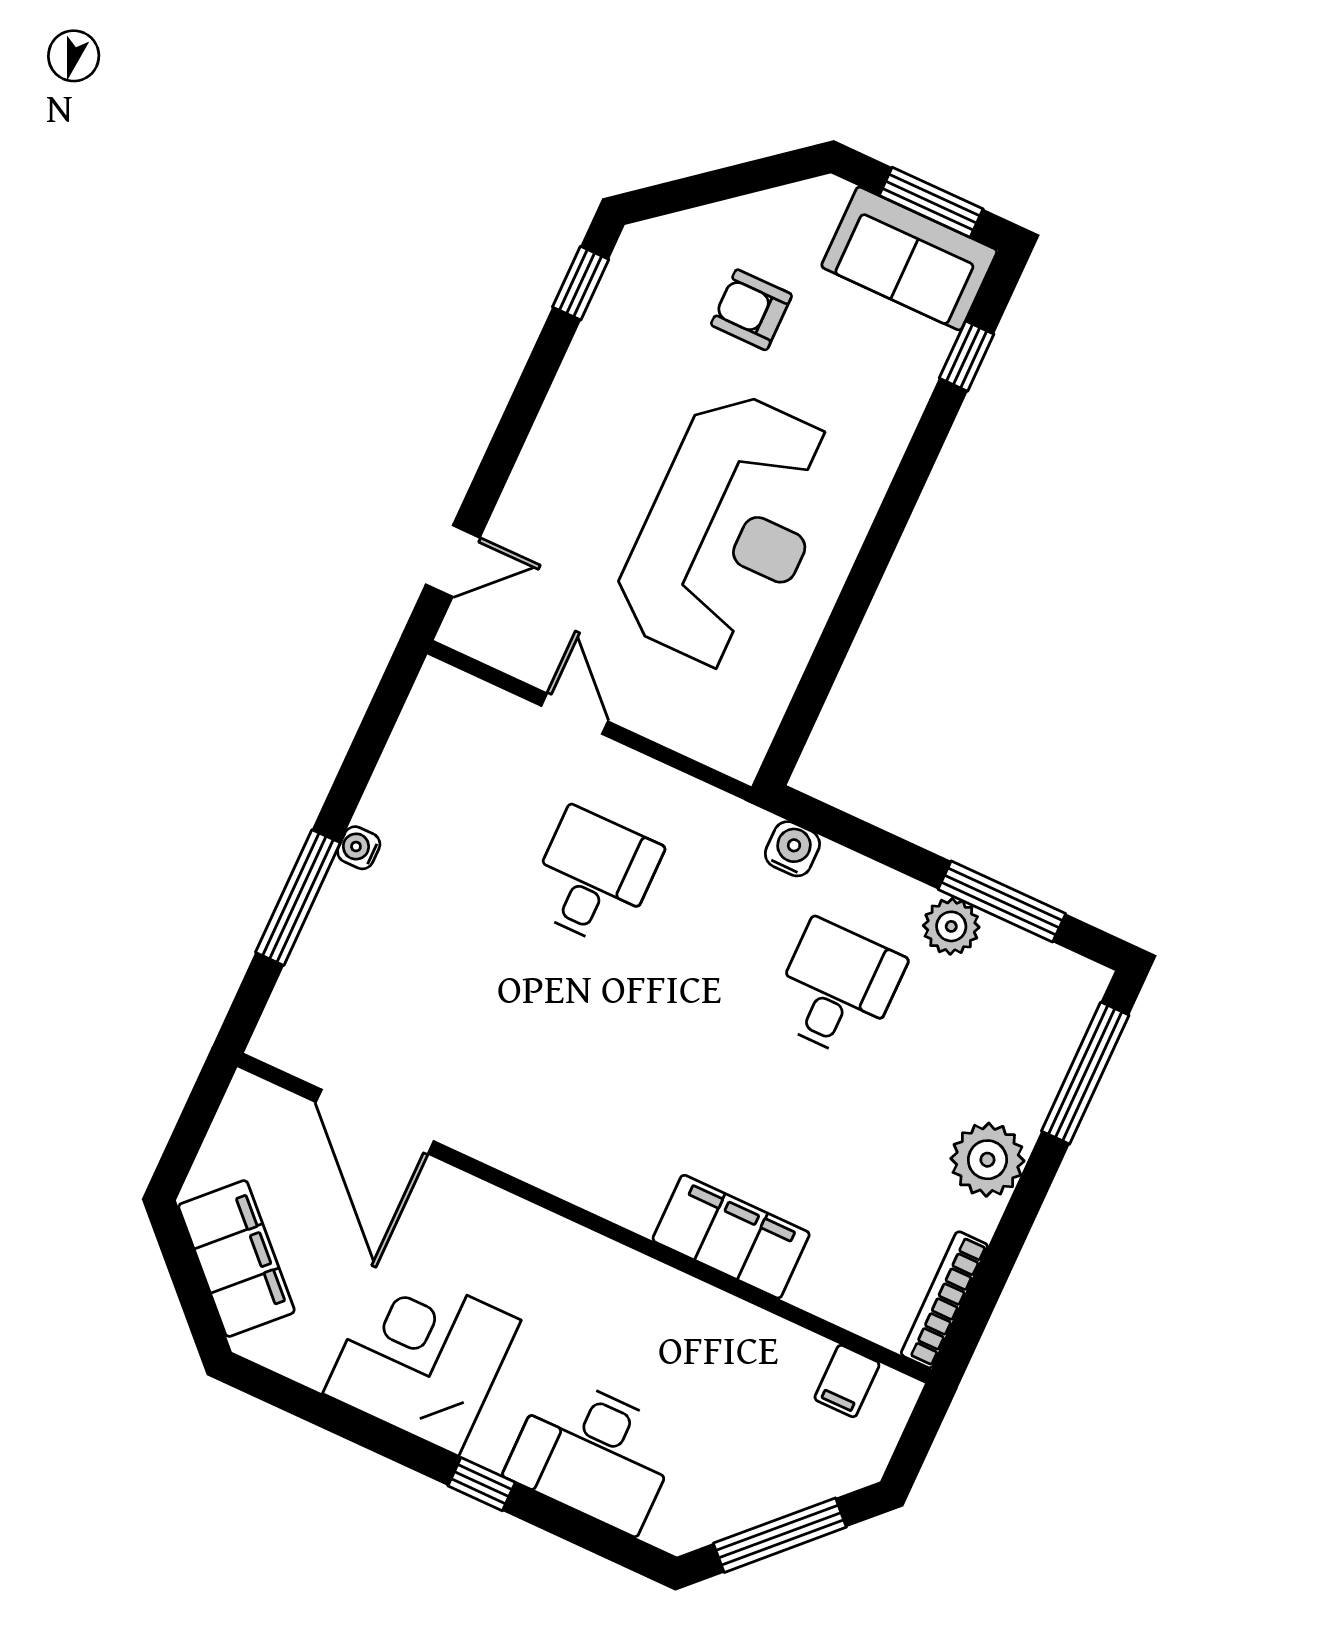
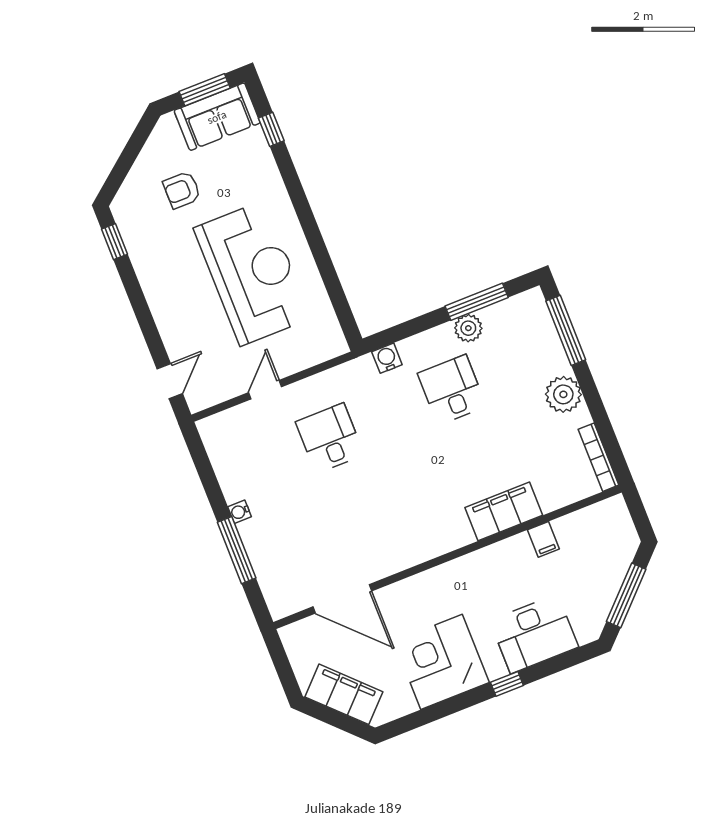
door: (575, 714) -> (265, 390), hinge flipped
filing cabinet: (847, 1381) -> (543, 539), moved

